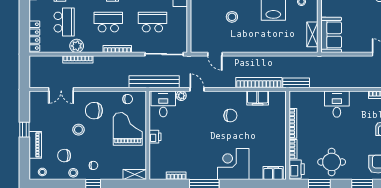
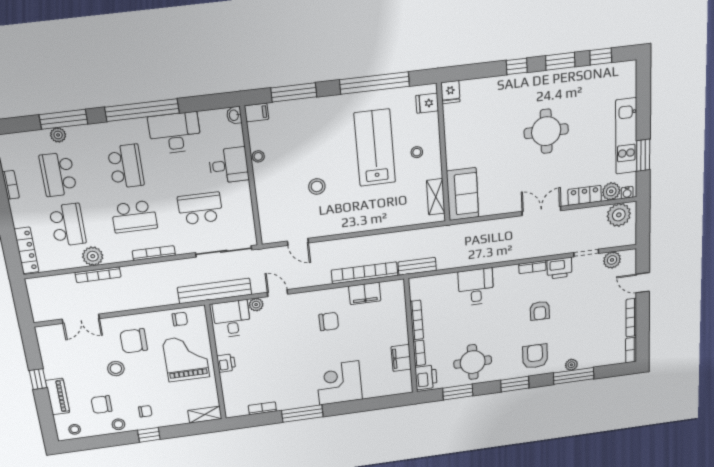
school desk: (108, 22) -> (134, 217), turned 180
filing cabinet: (273, 173) -> (401, 358), moved, turned -90

